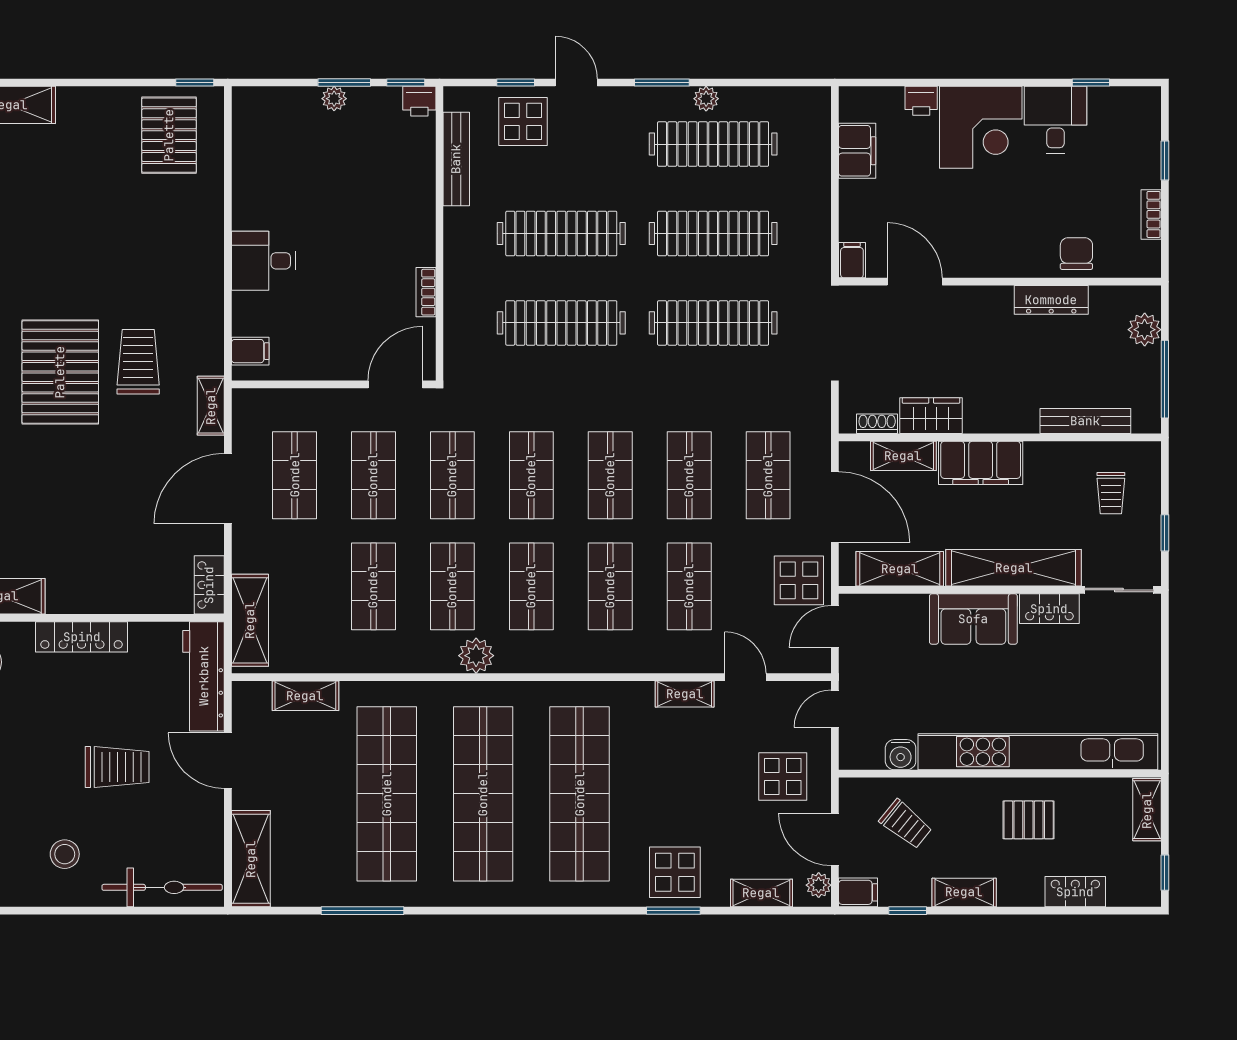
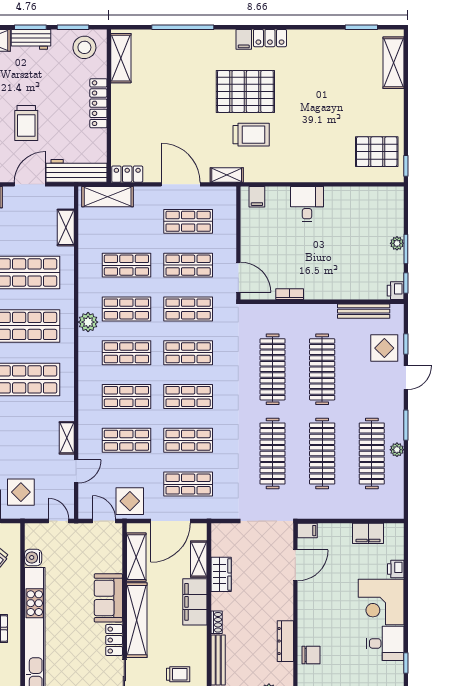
shoe rack: (877, 424) -> (217, 622), moved
trolley: (1111, 493) -> (178, 674), turned 180

